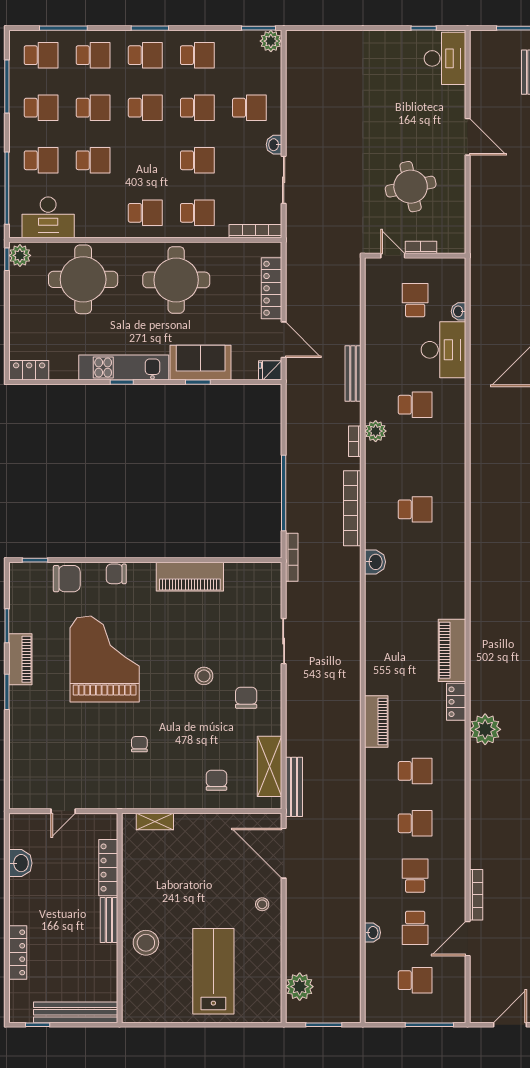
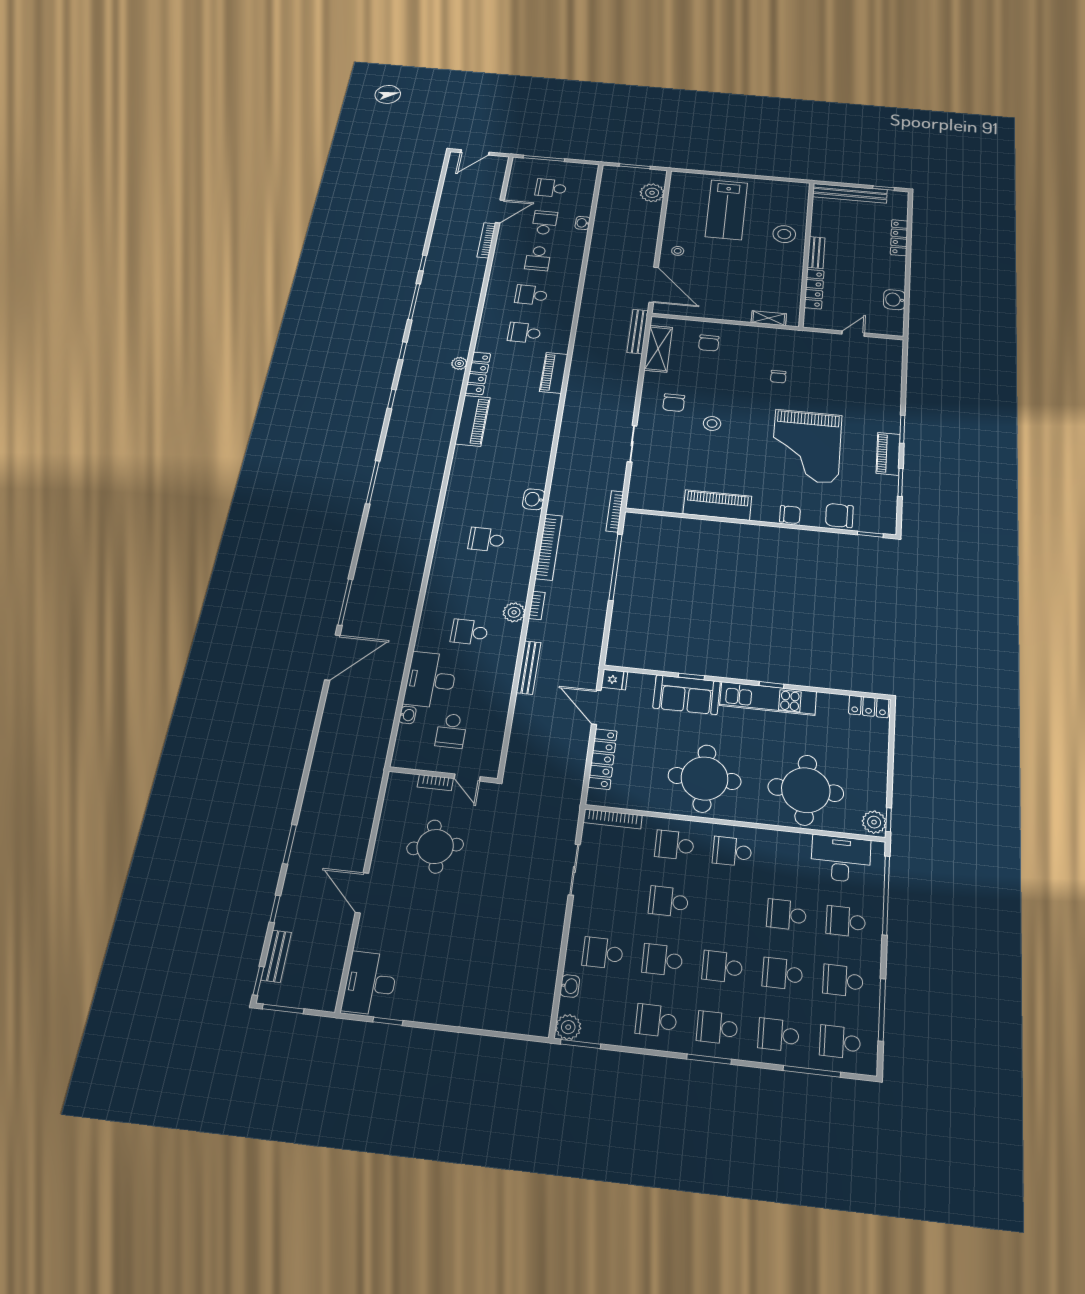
washbasin: (274, 145) -> (570, 986), moved
locker: (456, 702) -> (478, 373), width x1.53
plant: (485, 729) -> (459, 363), width x0.53, depth x0.53

